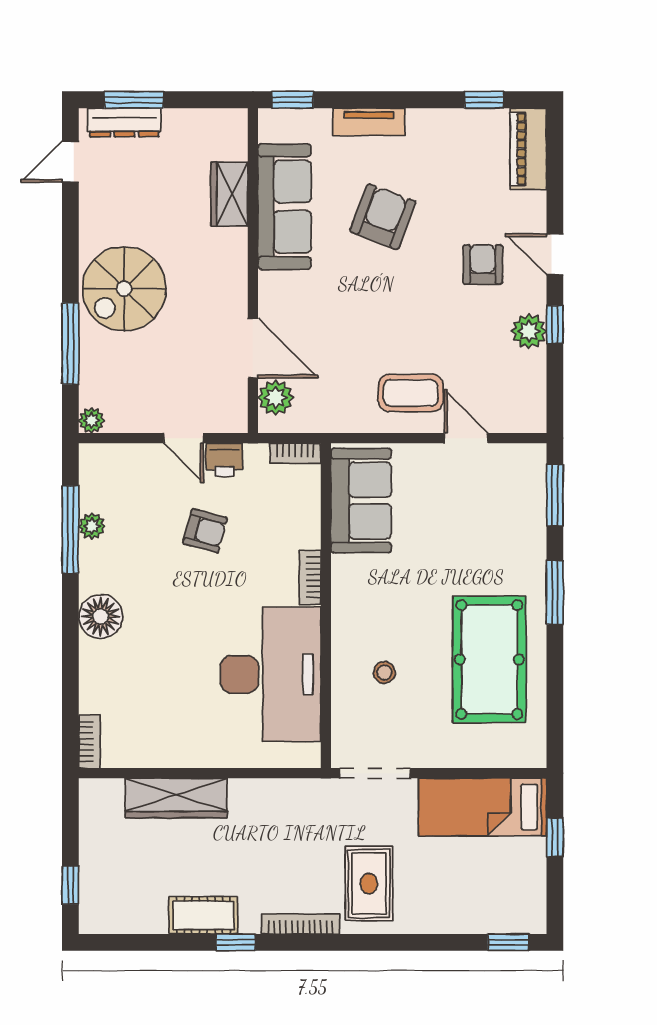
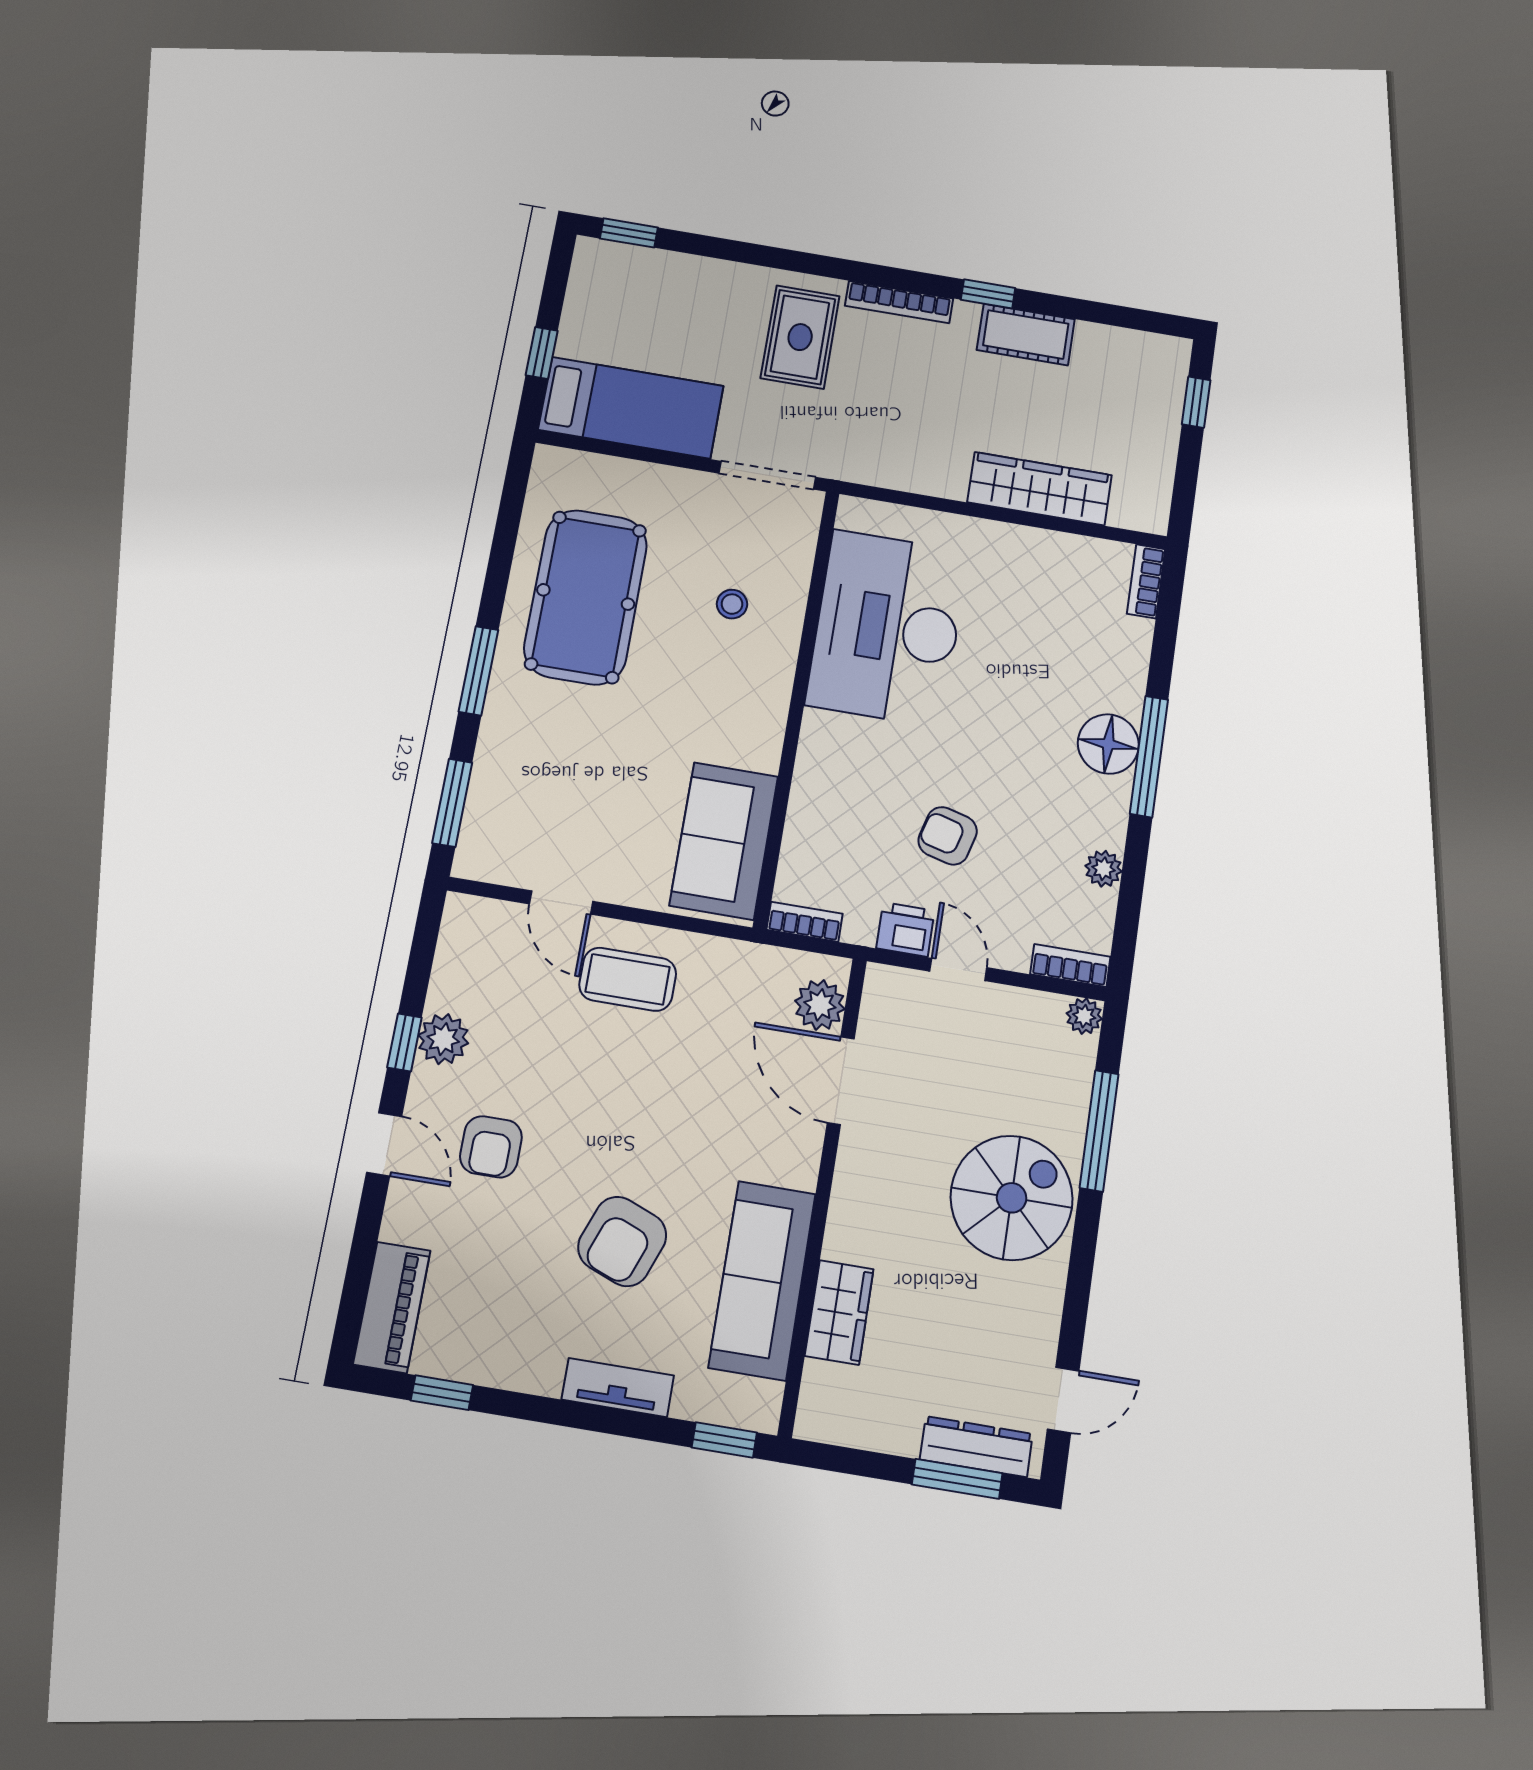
window: (70, 530) -> (1149, 757), moved
bookcase: (310, 577) -> (1070, 966), moved, turned -90

